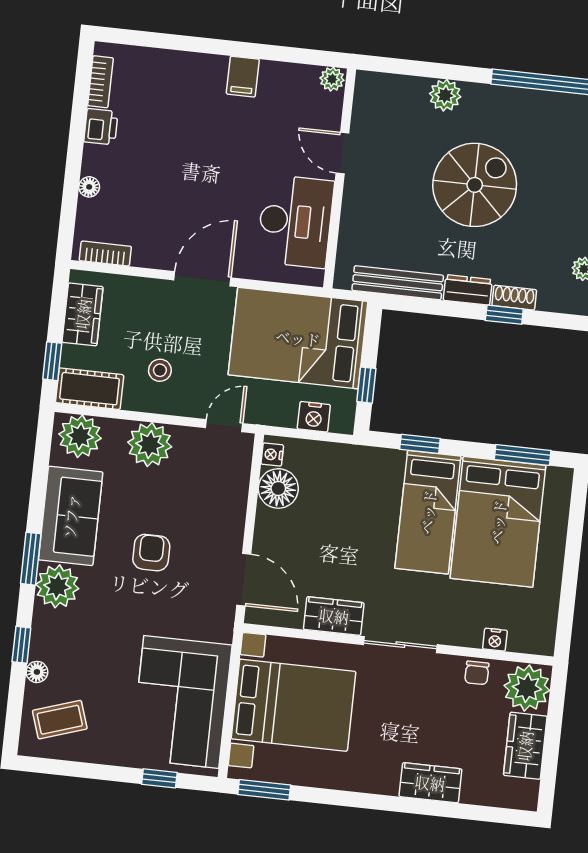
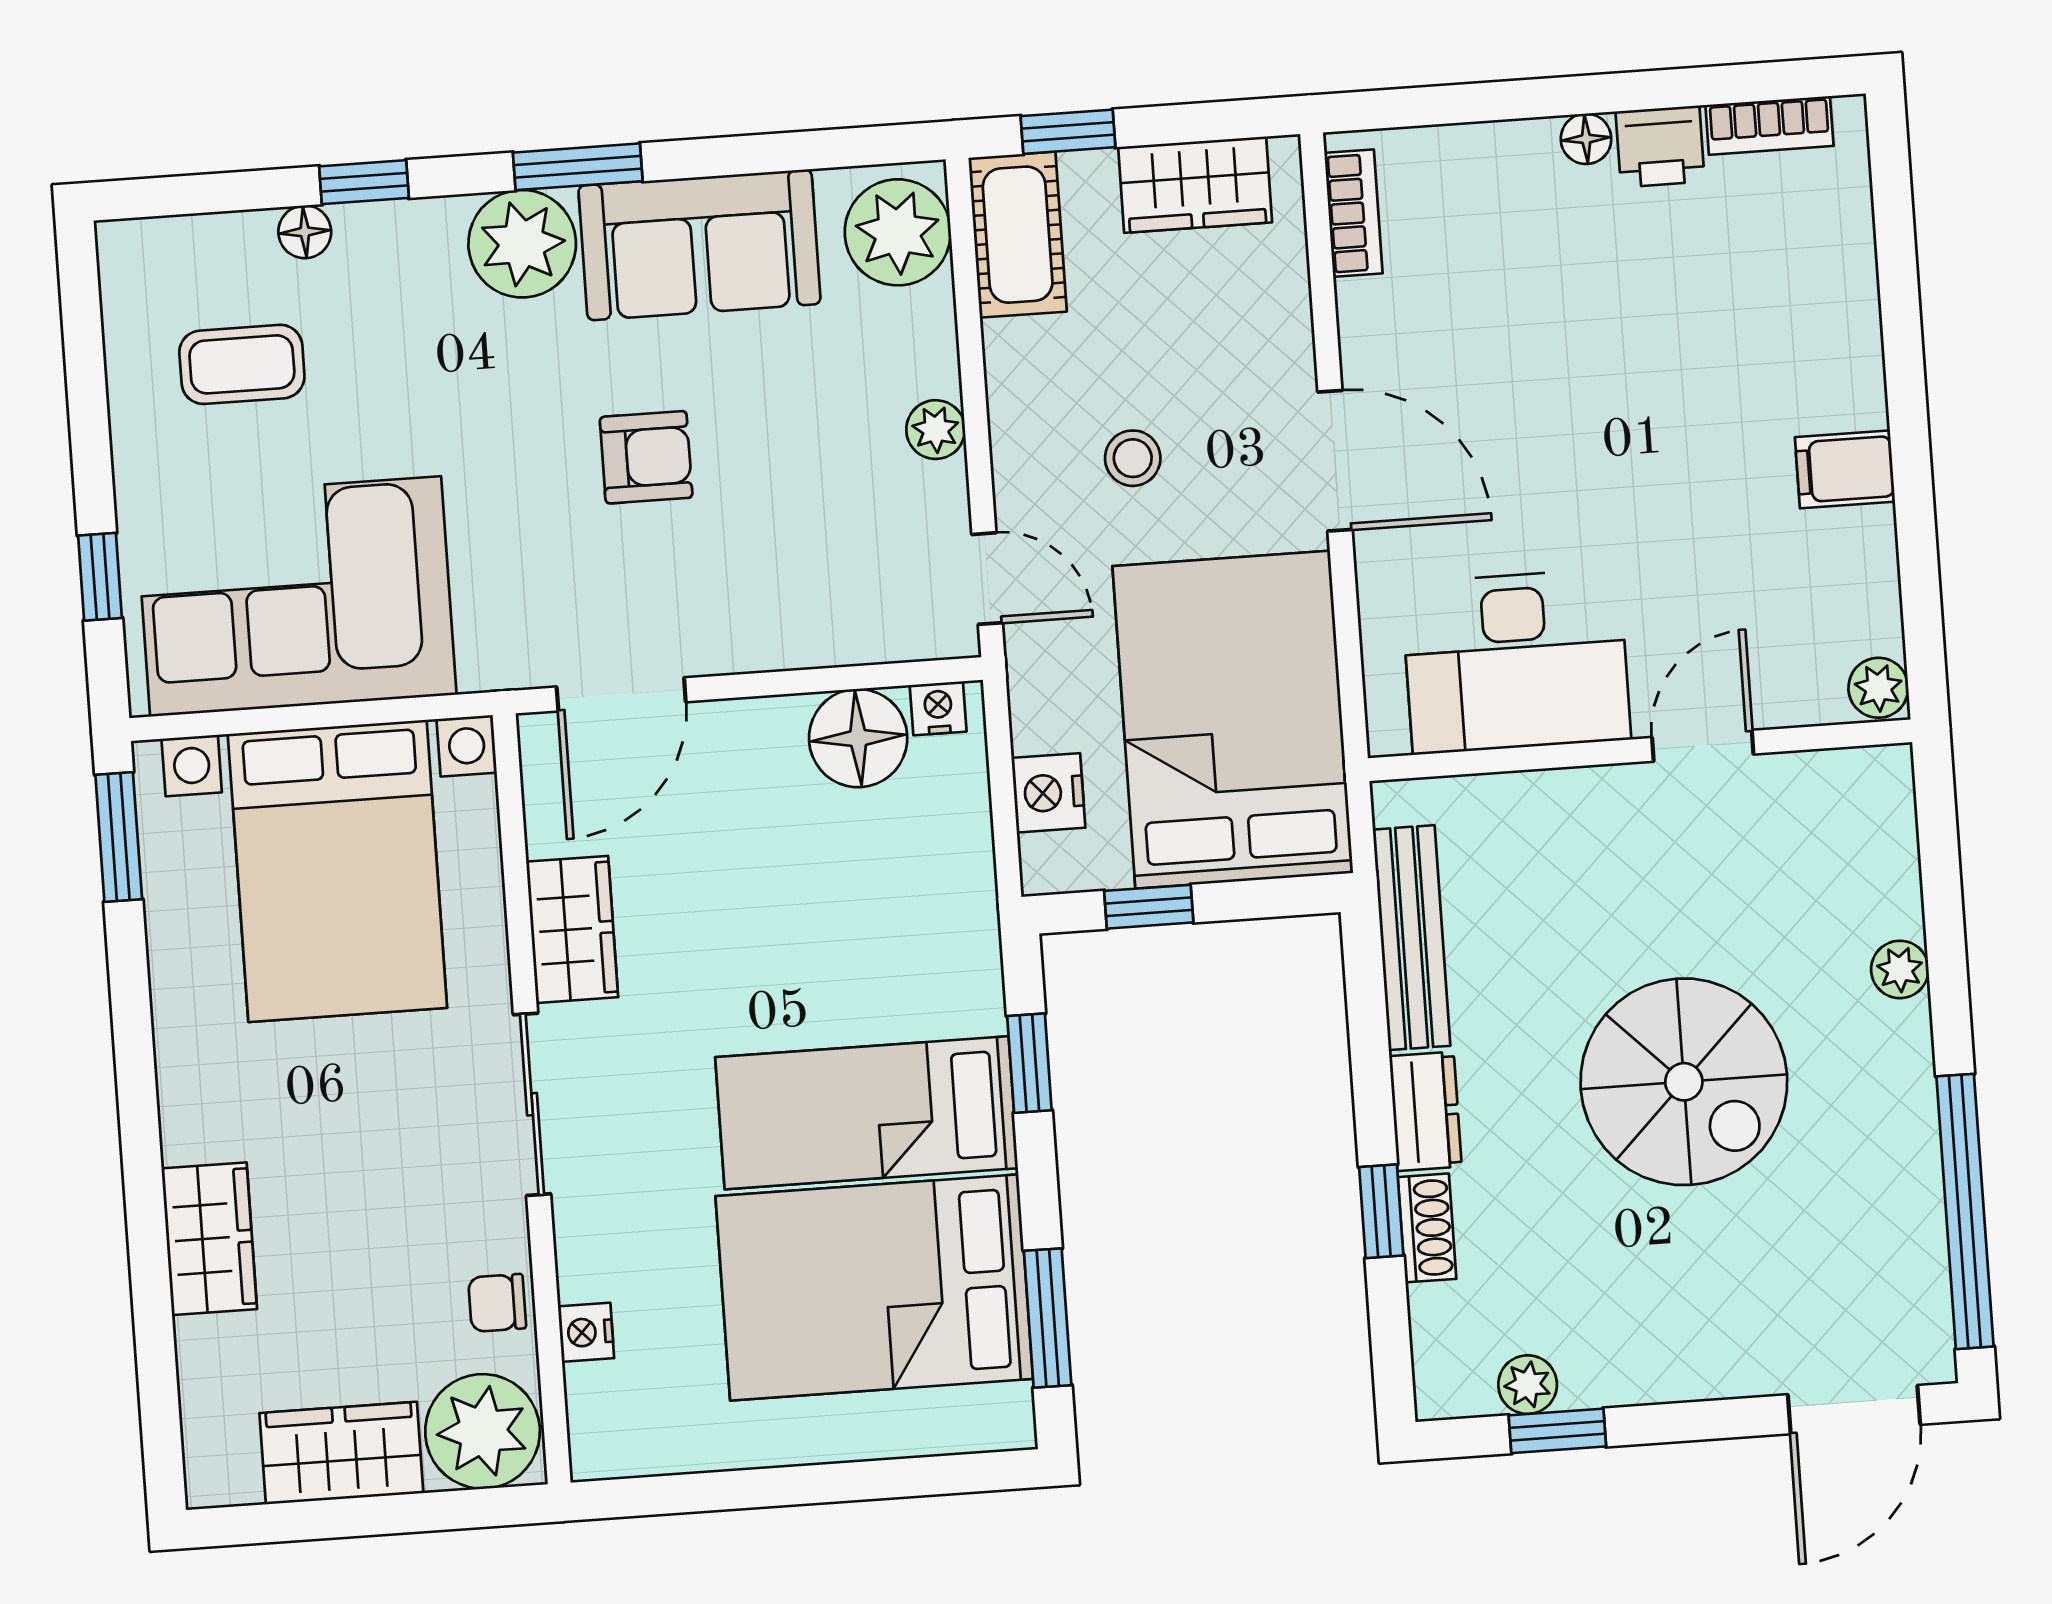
plant: (445, 95) -> (1900, 969), width x0.73, depth x0.73
floor lamp: (89, 187) -> (1586, 139), moved
stool: (160, 370) -> (1133, 458), moved
plant: (150, 445) -> (936, 430), width x0.53, depth x0.53
coffee table: (60, 720) -> (242, 364), moved, turned -72

